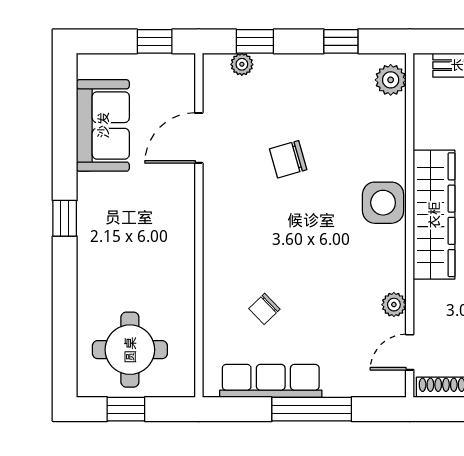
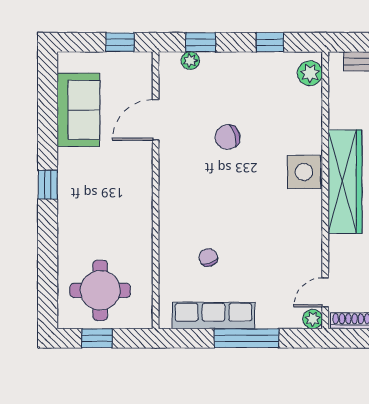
plant: (394, 305) -> (313, 319), moved
chair: (264, 309) -> (208, 258), turned 115

